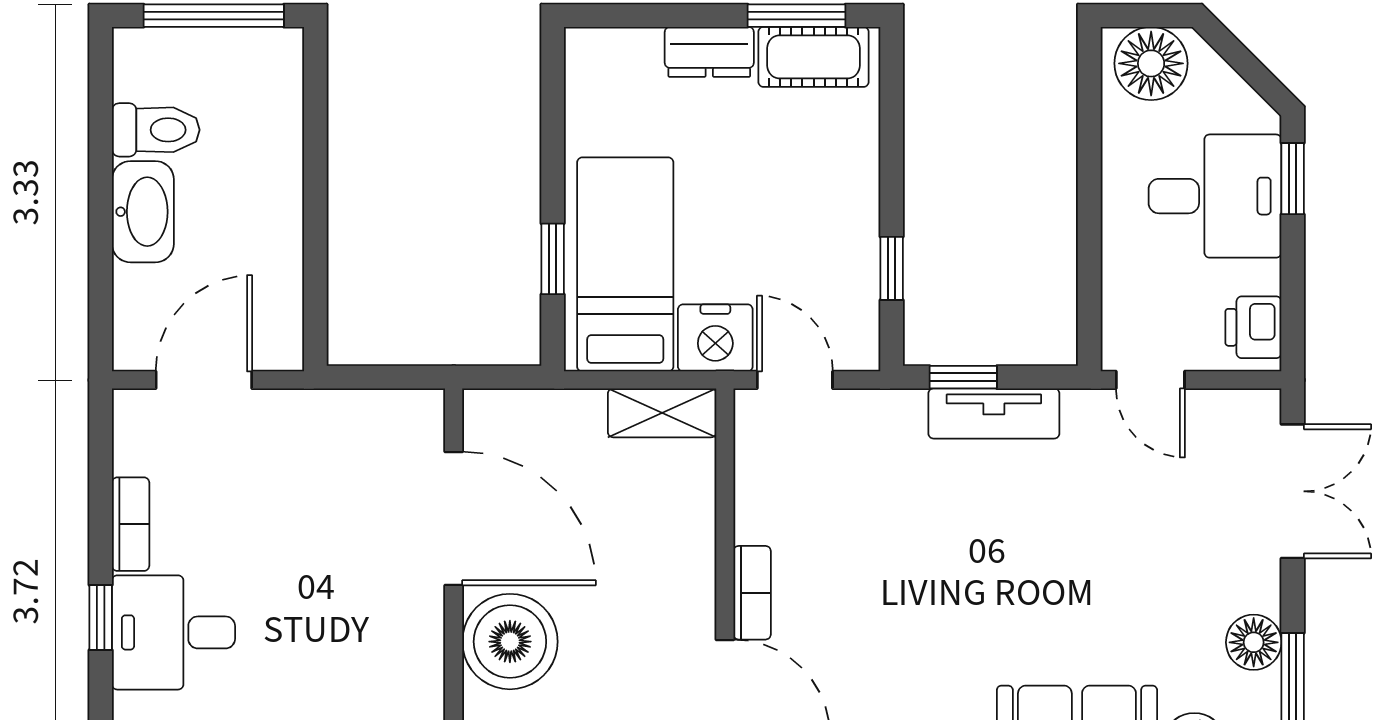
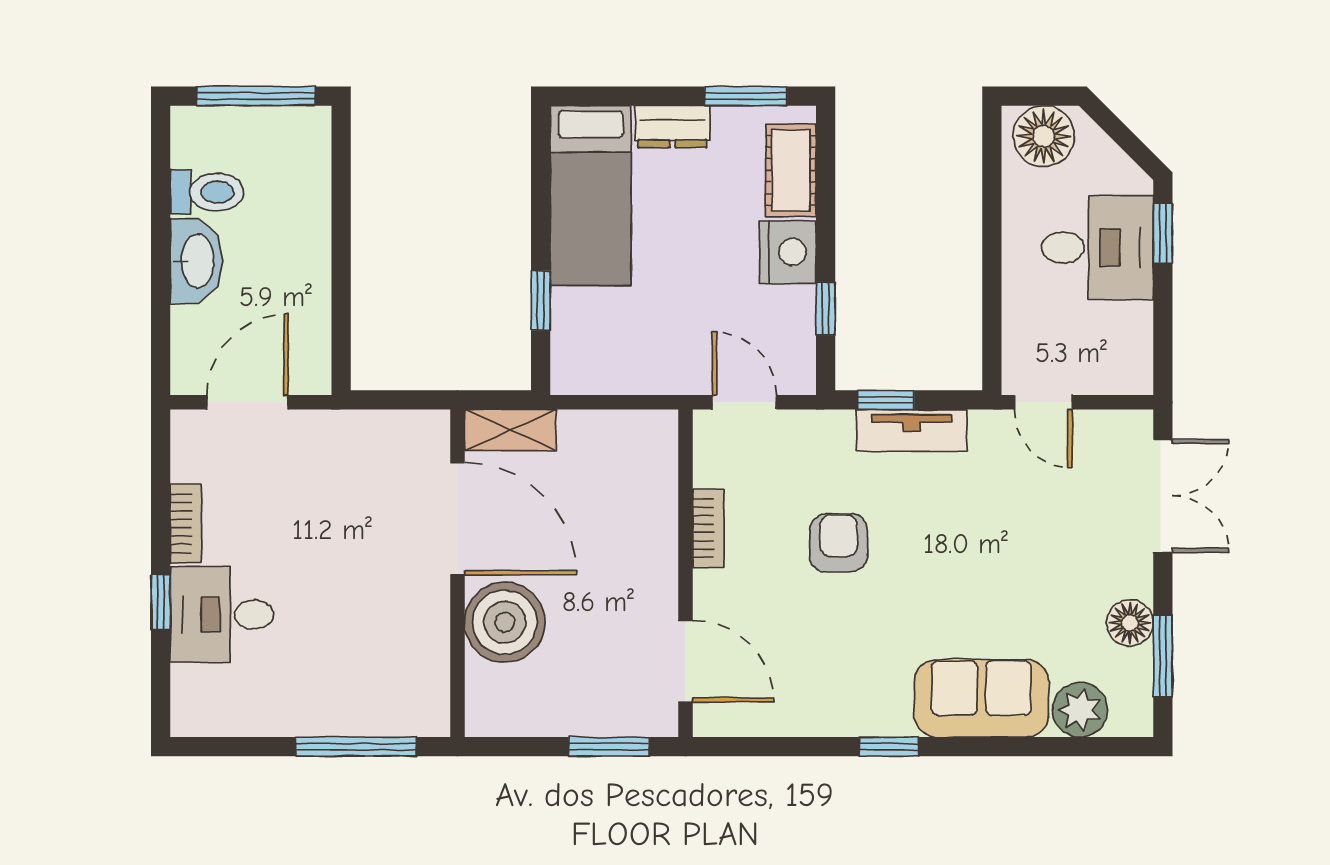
cot: (814, 57) -> (791, 170), moved, turned 90
bed: (625, 264) -> (591, 195), moved, turned 180
printer: (1253, 327) -> (1130, 358), removed
nightstand: (715, 338) -> (788, 252), moved, turned -90
shelving: (662, 413) -> (510, 430), moved
armchair: (907, 547) -> (839, 543), added
bookcase: (752, 593) -> (708, 528), moved

